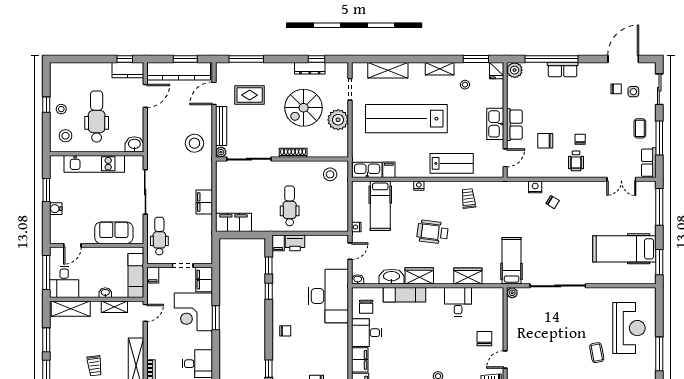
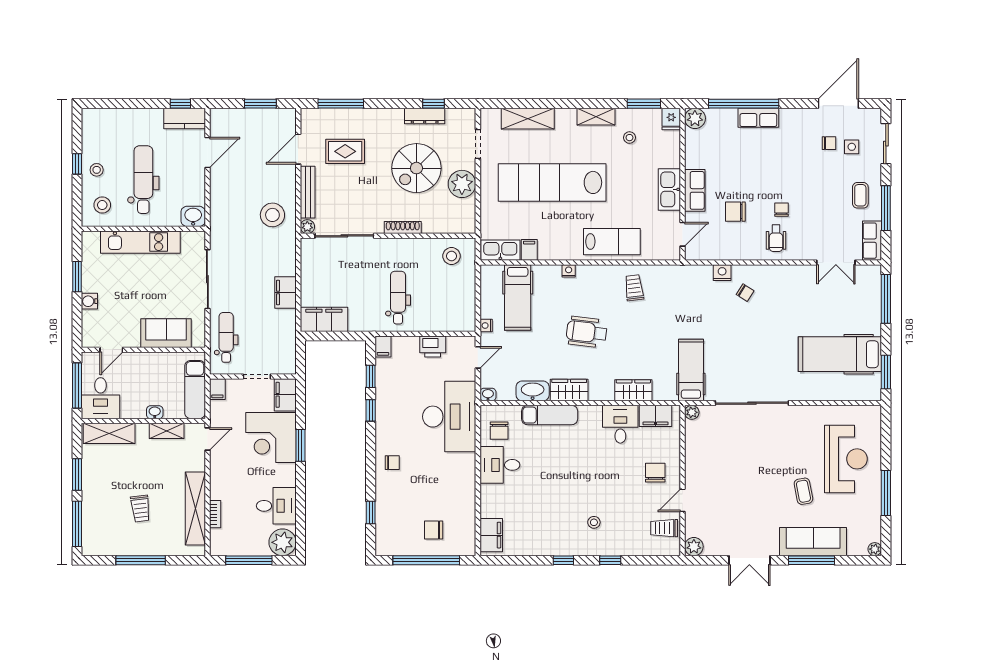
kitchen counter: (179, 71) -> (251, 120), removed
printer: (295, 243) -> (433, 346), moved
filing cabinet: (360, 360) -> (655, 416), moved, turned 90

